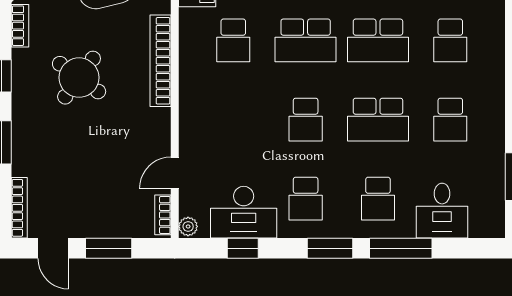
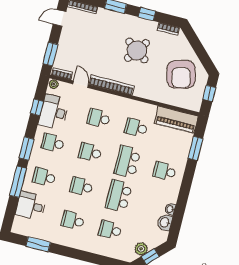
bookcase: (161, 61) -> (112, 85), moved
school desk: (233, 120) -> (99, 118), added
school desk: (378, 120) -> (81, 186), width x0.54
window: (109, 248) -> (50, 54), moved

